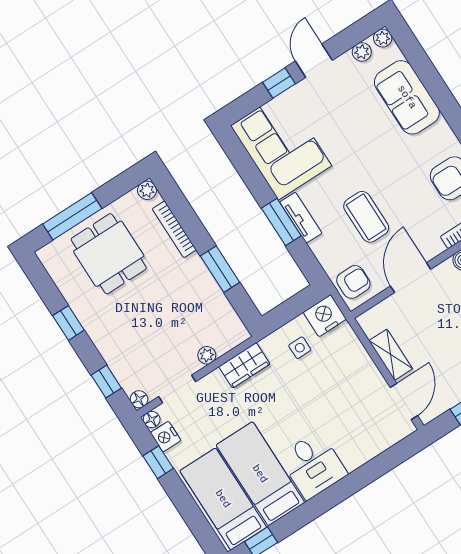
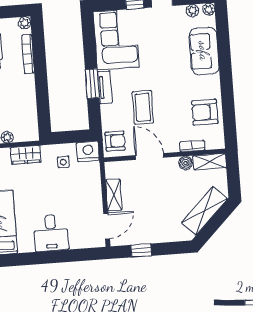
window: (220, 269) -> (42, 92), removed
door: (411, 278) -> (149, 156), hinge flipped
desk: (313, 465) -> (51, 233), moved

